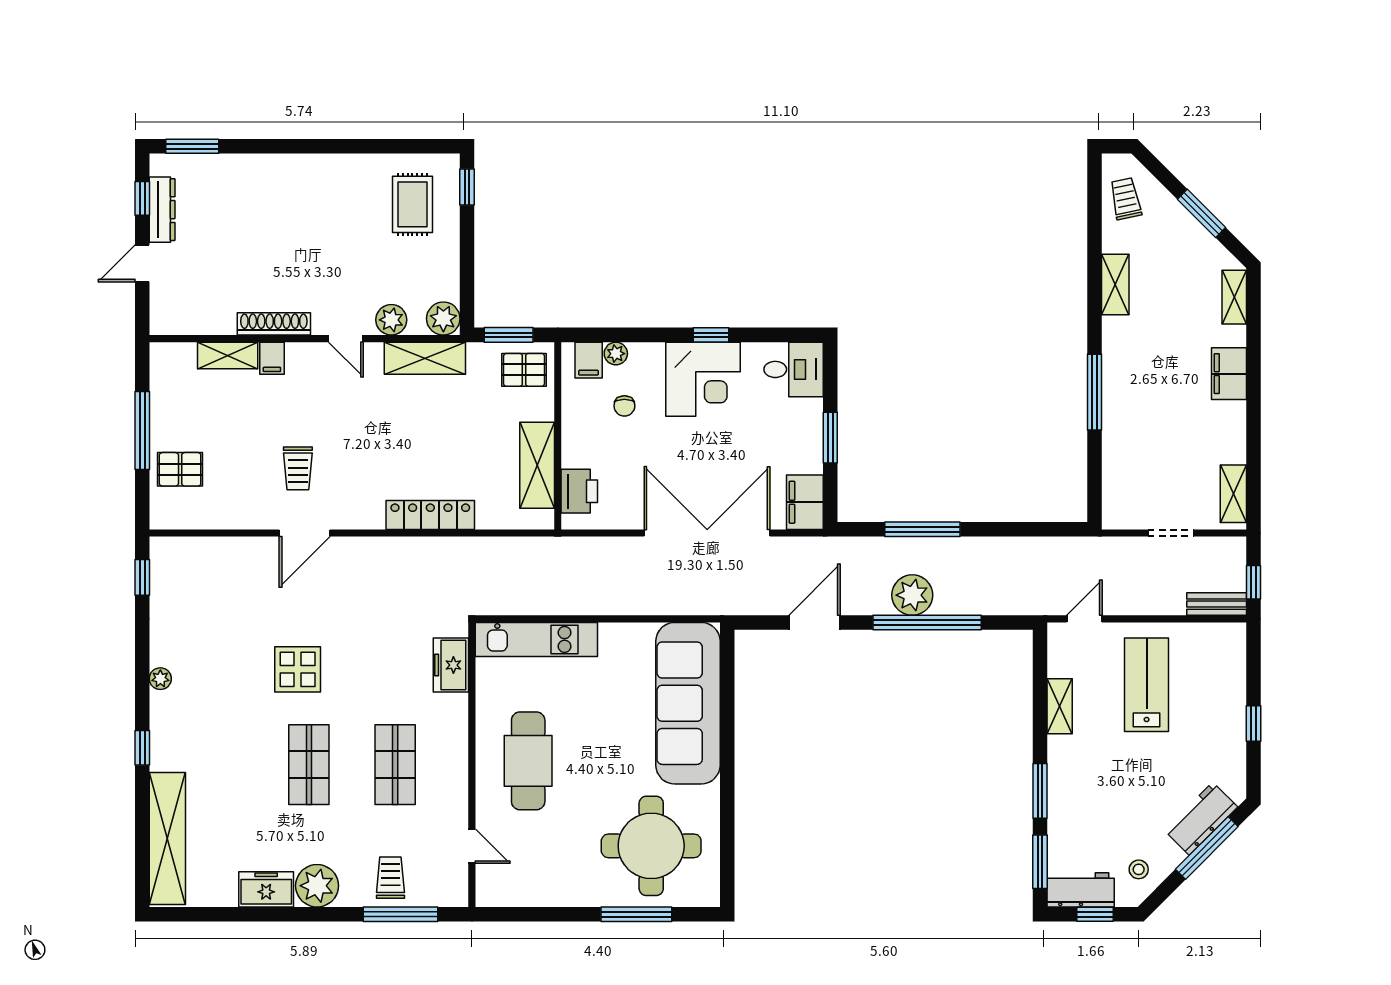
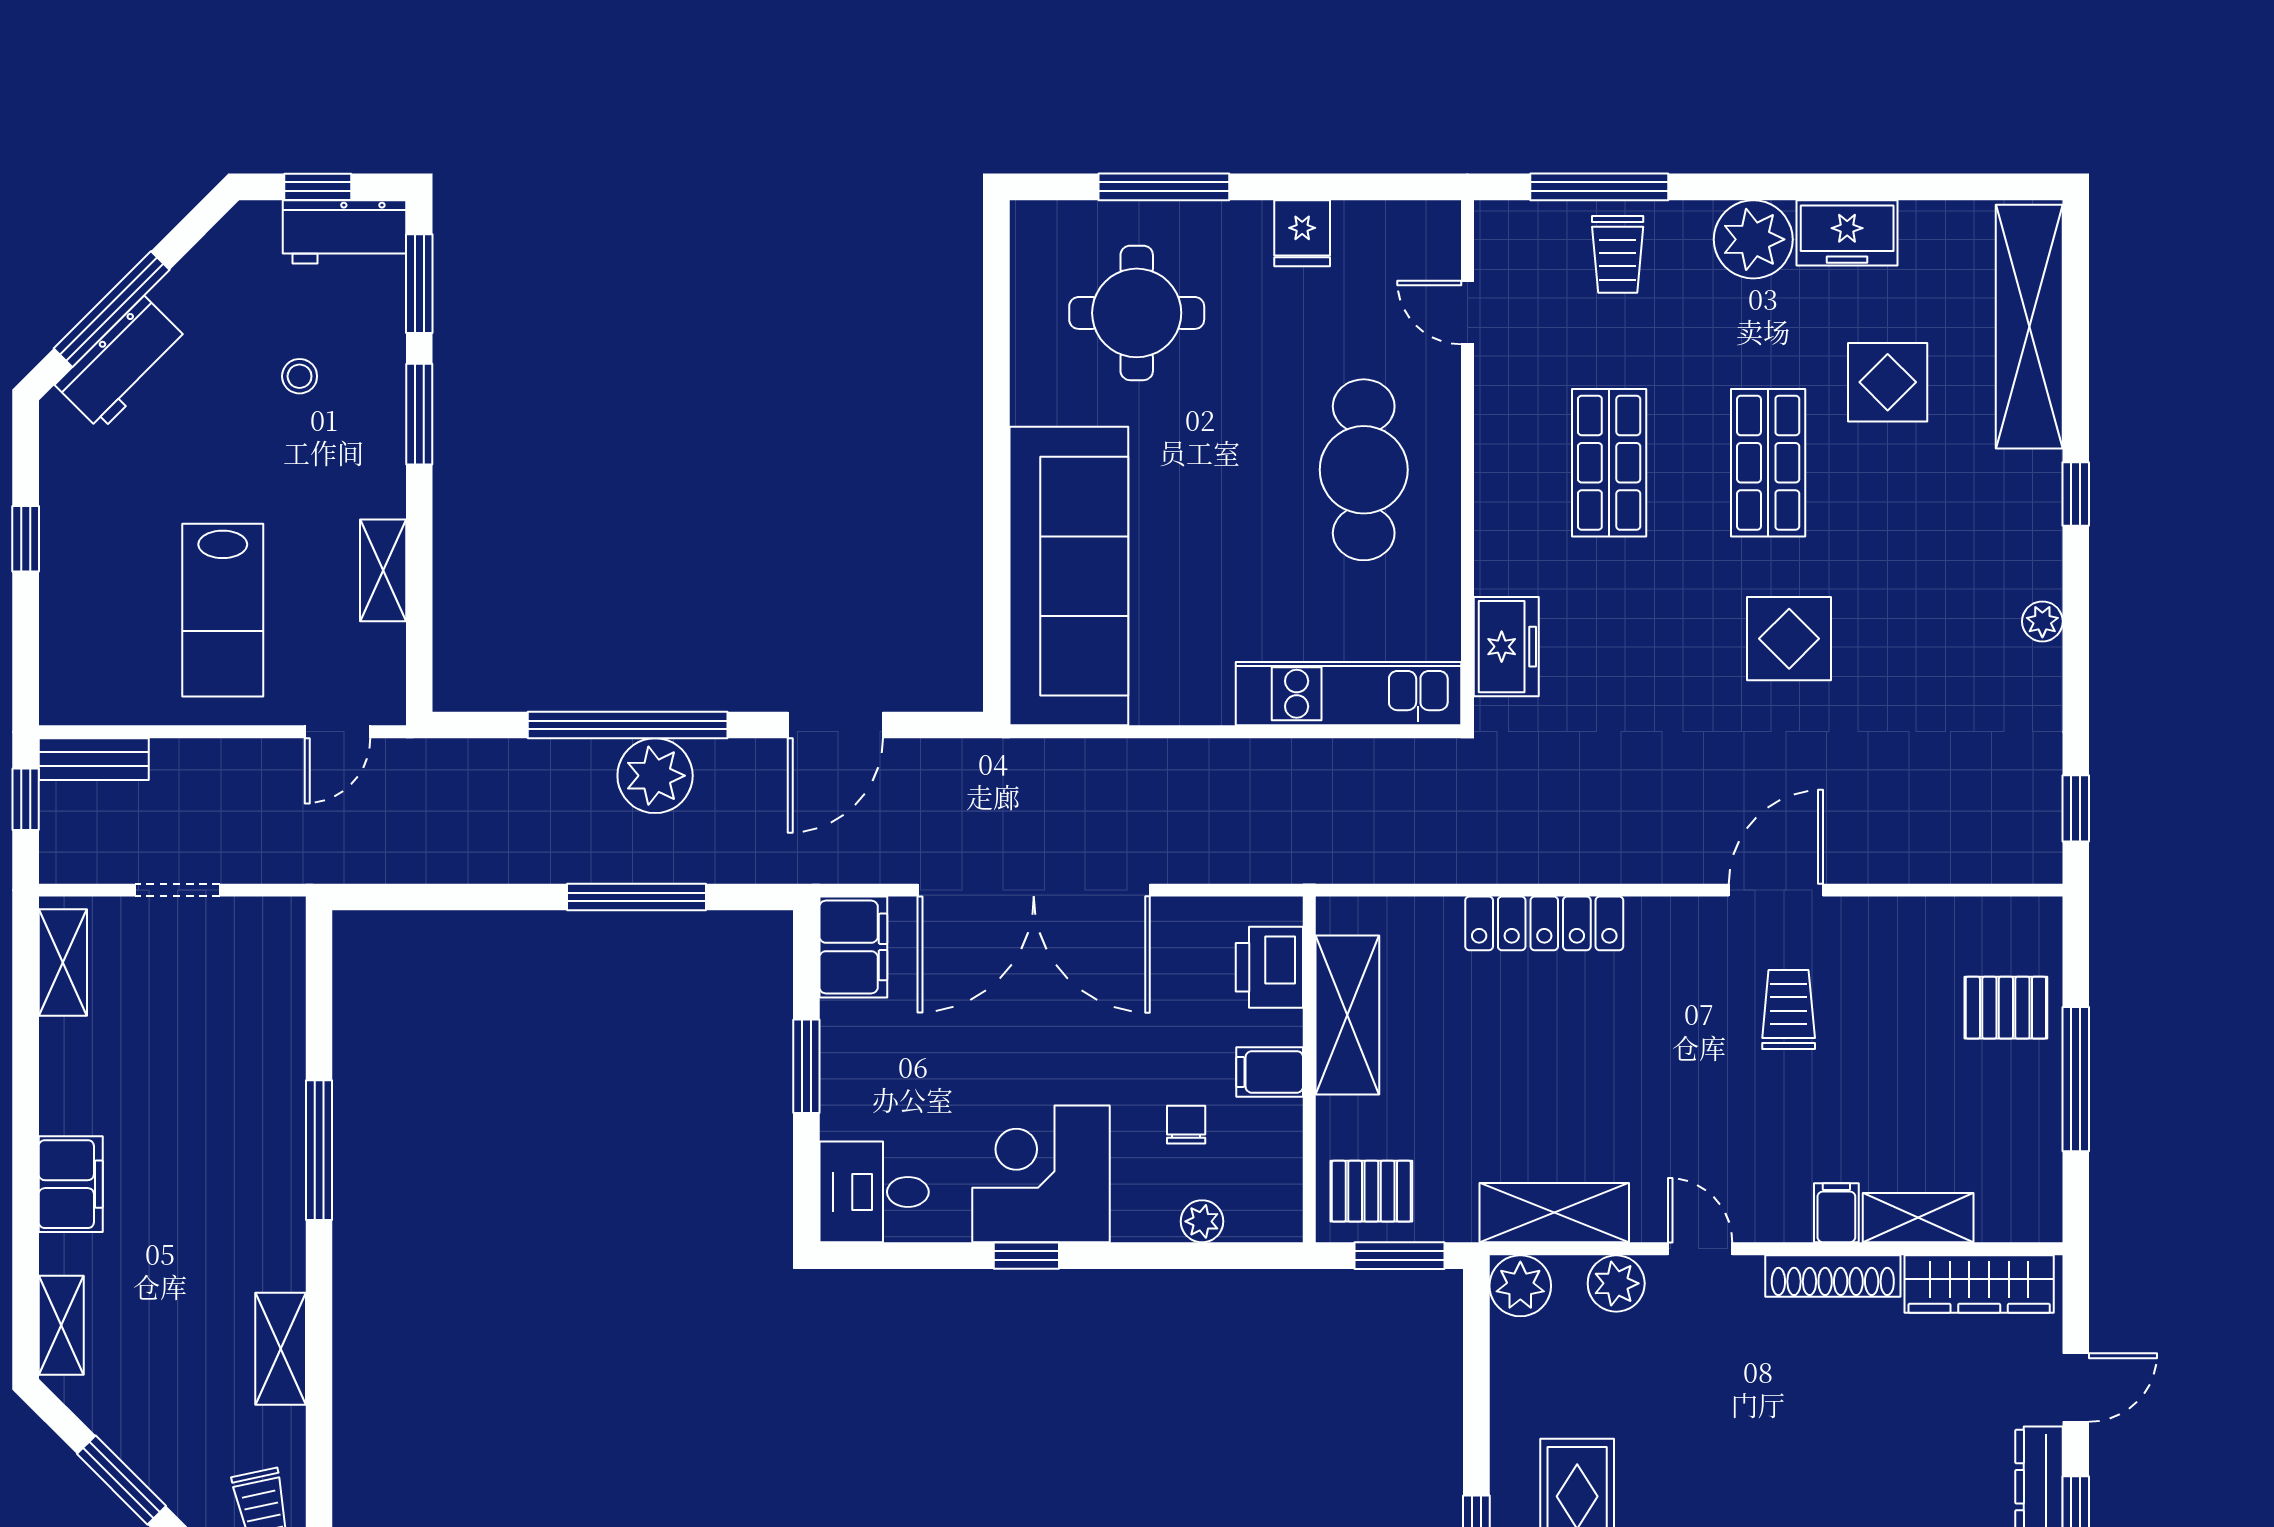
wardrobe: (195, 320) -> (1979, 1284), added
filing cabinet: (589, 360) -> (1270, 1072), moved, turned -90
display table: (244, 808) -> (1888, 382), added
round table: (651, 846) -> (1137, 313), width x0.73, depth x0.73
stool: (1139, 869) -> (300, 376), moved
fridge: (562, 889) -> (1302, 233), added

